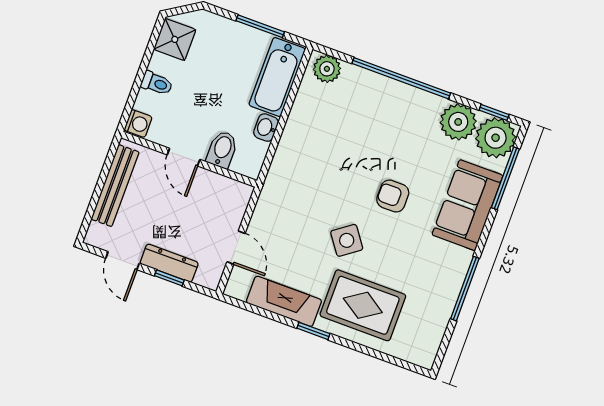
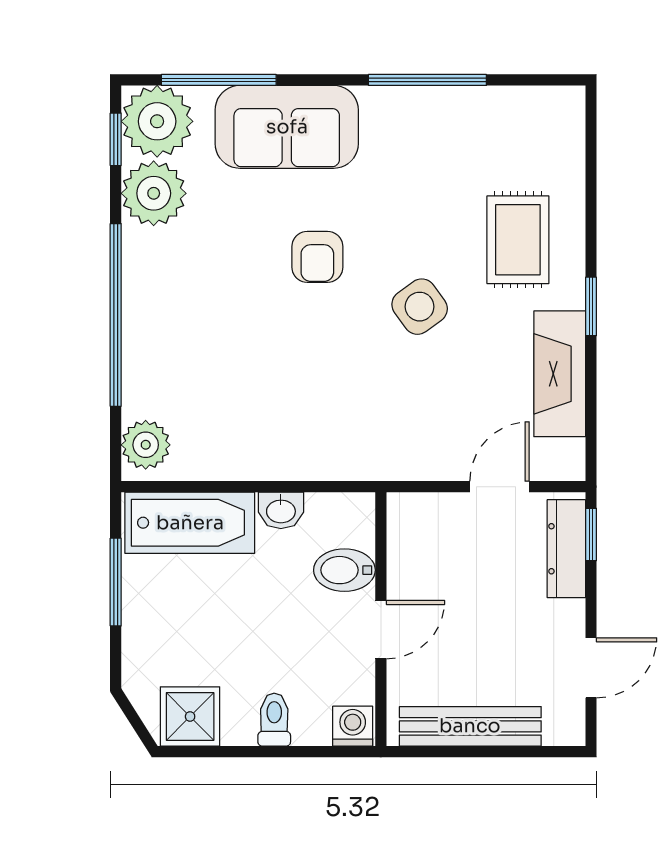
dresser: (169, 263) -> (566, 549), moved
window: (169, 278) -> (591, 534), moved
rug: (363, 305) -> (518, 240), width x0.73, depth x0.70

